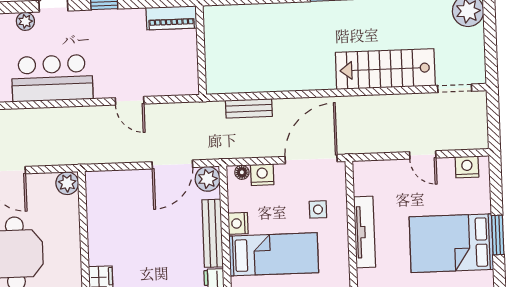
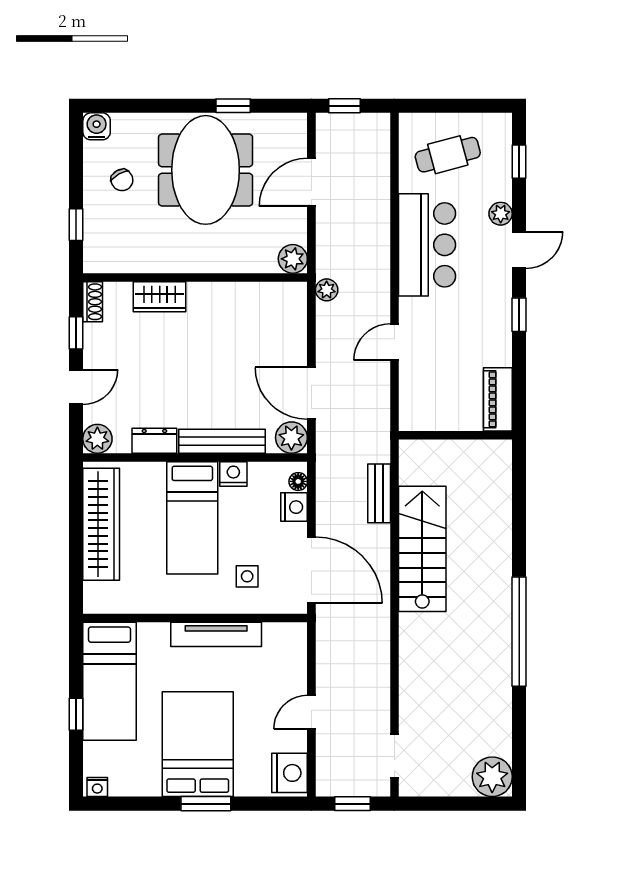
stairs: (385, 69) -> (422, 549), moved
window: (493, 120) -> (353, 804), added
plant: (91, 156) -> (327, 290), added
nightstand: (467, 167) -> (289, 773), width x1.36, depth x1.33

